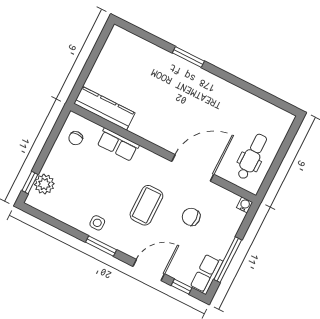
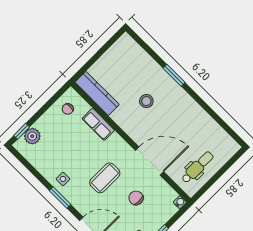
stool: (166, 98) -> (146, 101), added

